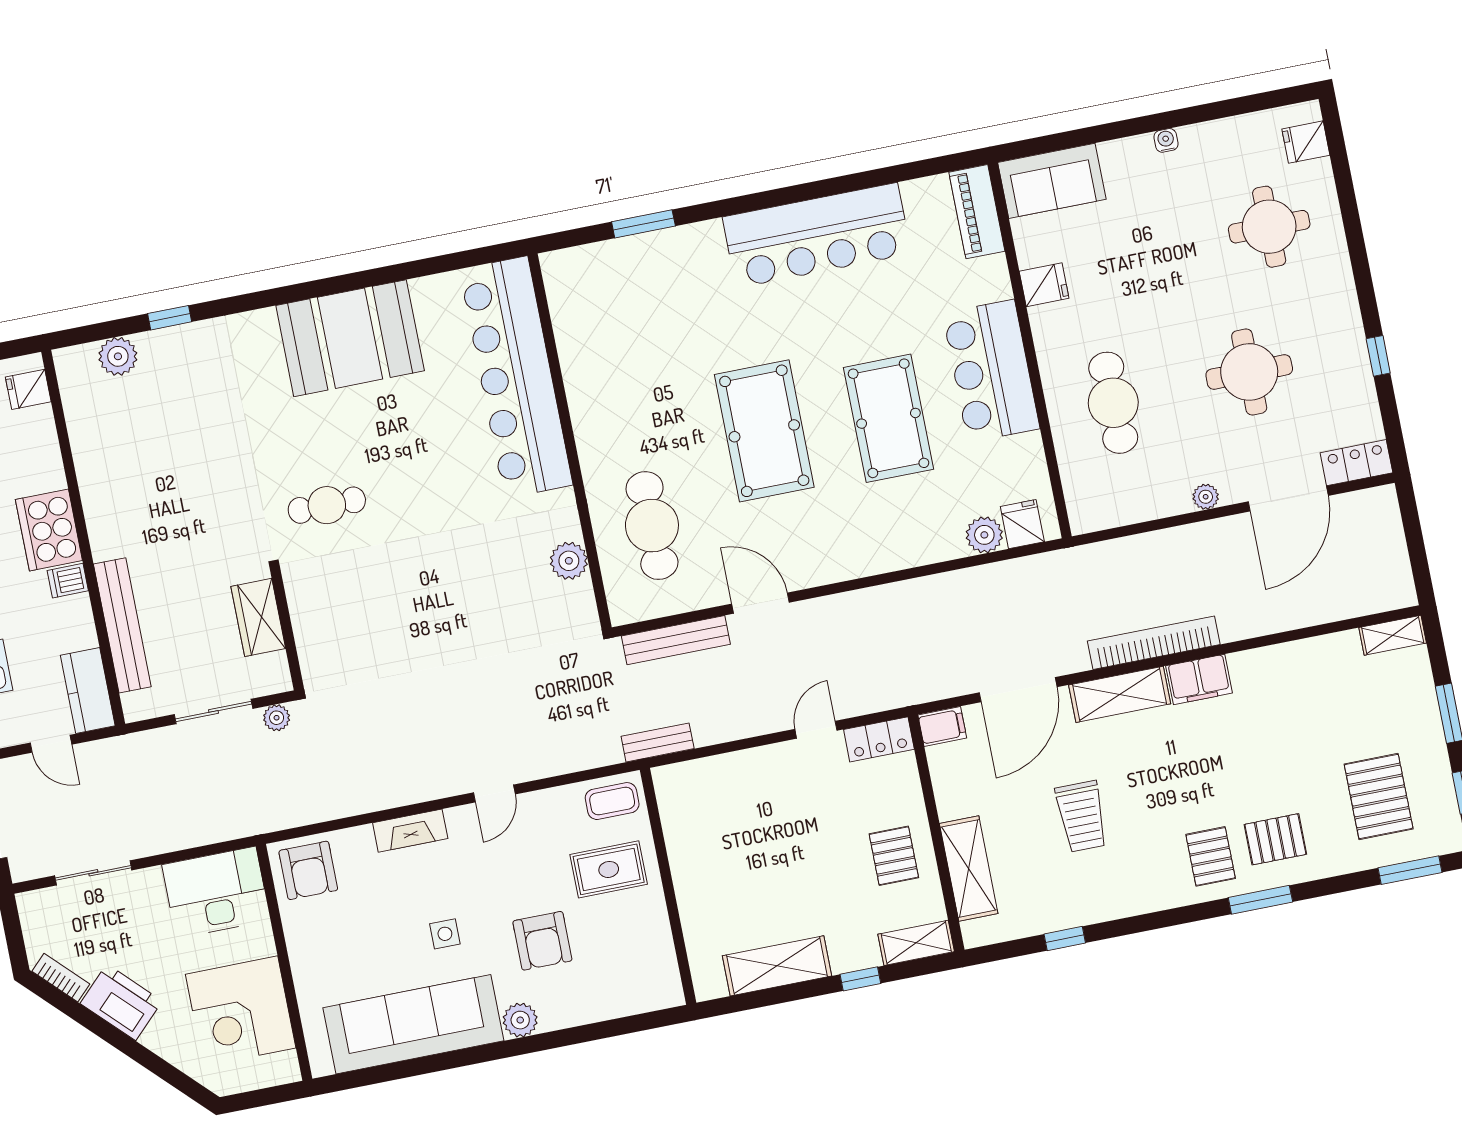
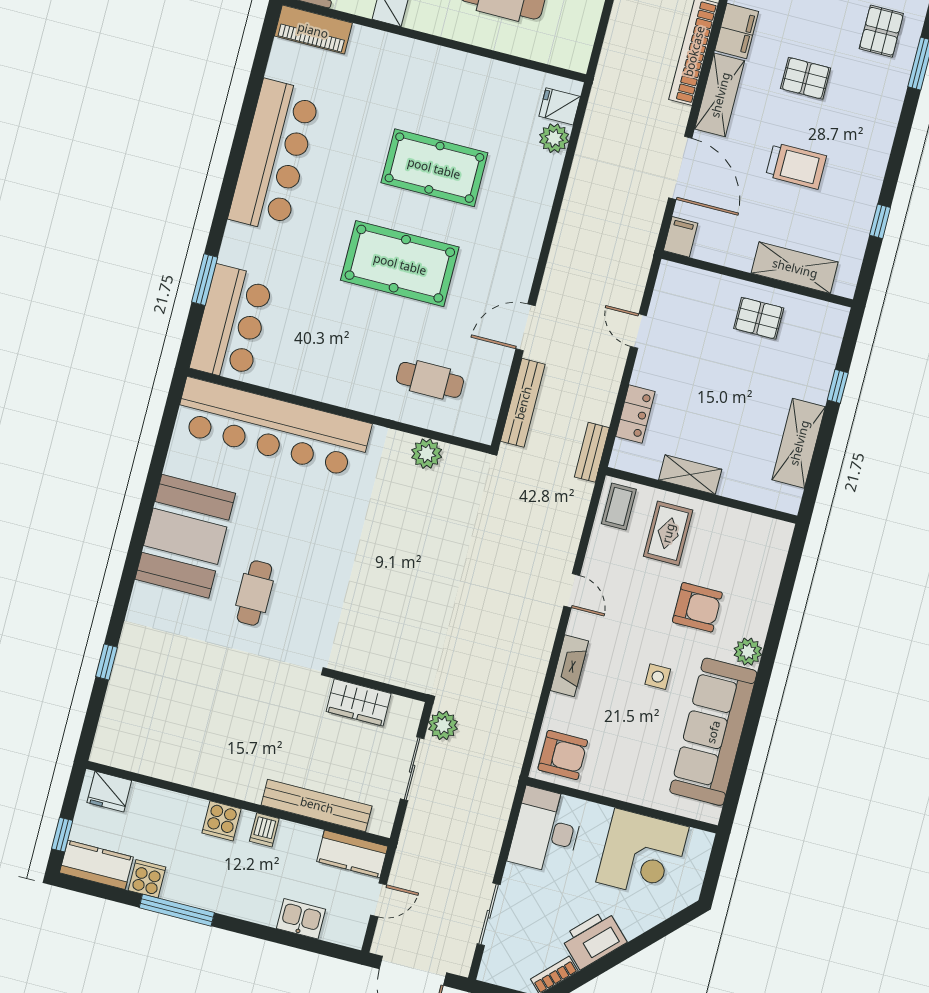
plant: (118, 356) -> (117, 714), removed
bar counter: (991, 371) -> (232, 323), moved, turned -90
fridge: (28, 389) -> (109, 792), width x1.38
cafe table: (327, 505) -> (254, 593), moved
cafe table: (652, 526) -> (430, 380), width x0.73, depth x0.74
cooker: (49, 530) -> (222, 821), width x0.53, depth x0.76
plant: (277, 718) -> (443, 725), width x1.38, depth x1.38
locker: (879, 739) -> (635, 414), moved
pallet: (1211, 856) -> (806, 78), moved
shelving: (916, 943) -> (690, 475), moved, turned 90

